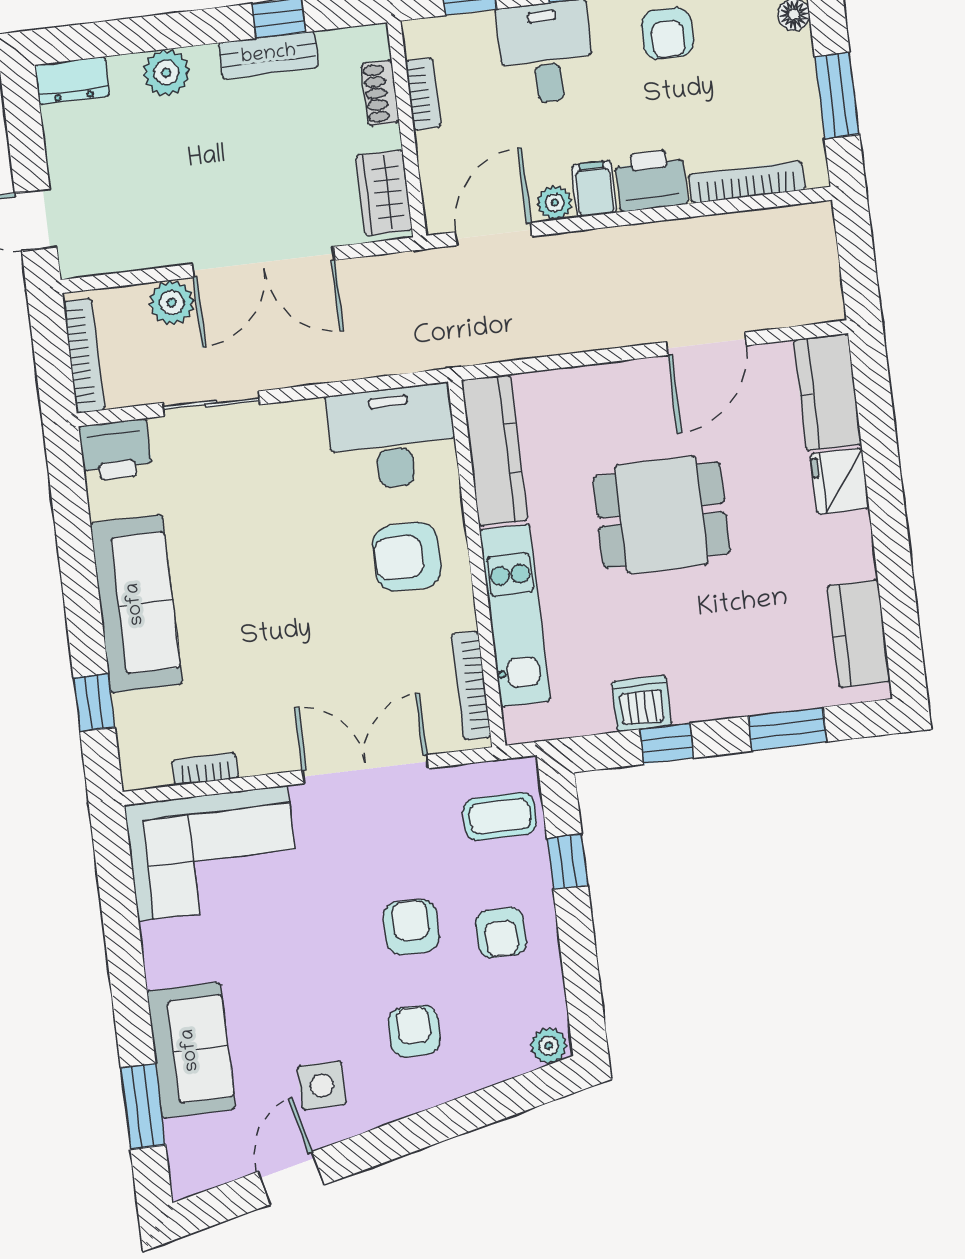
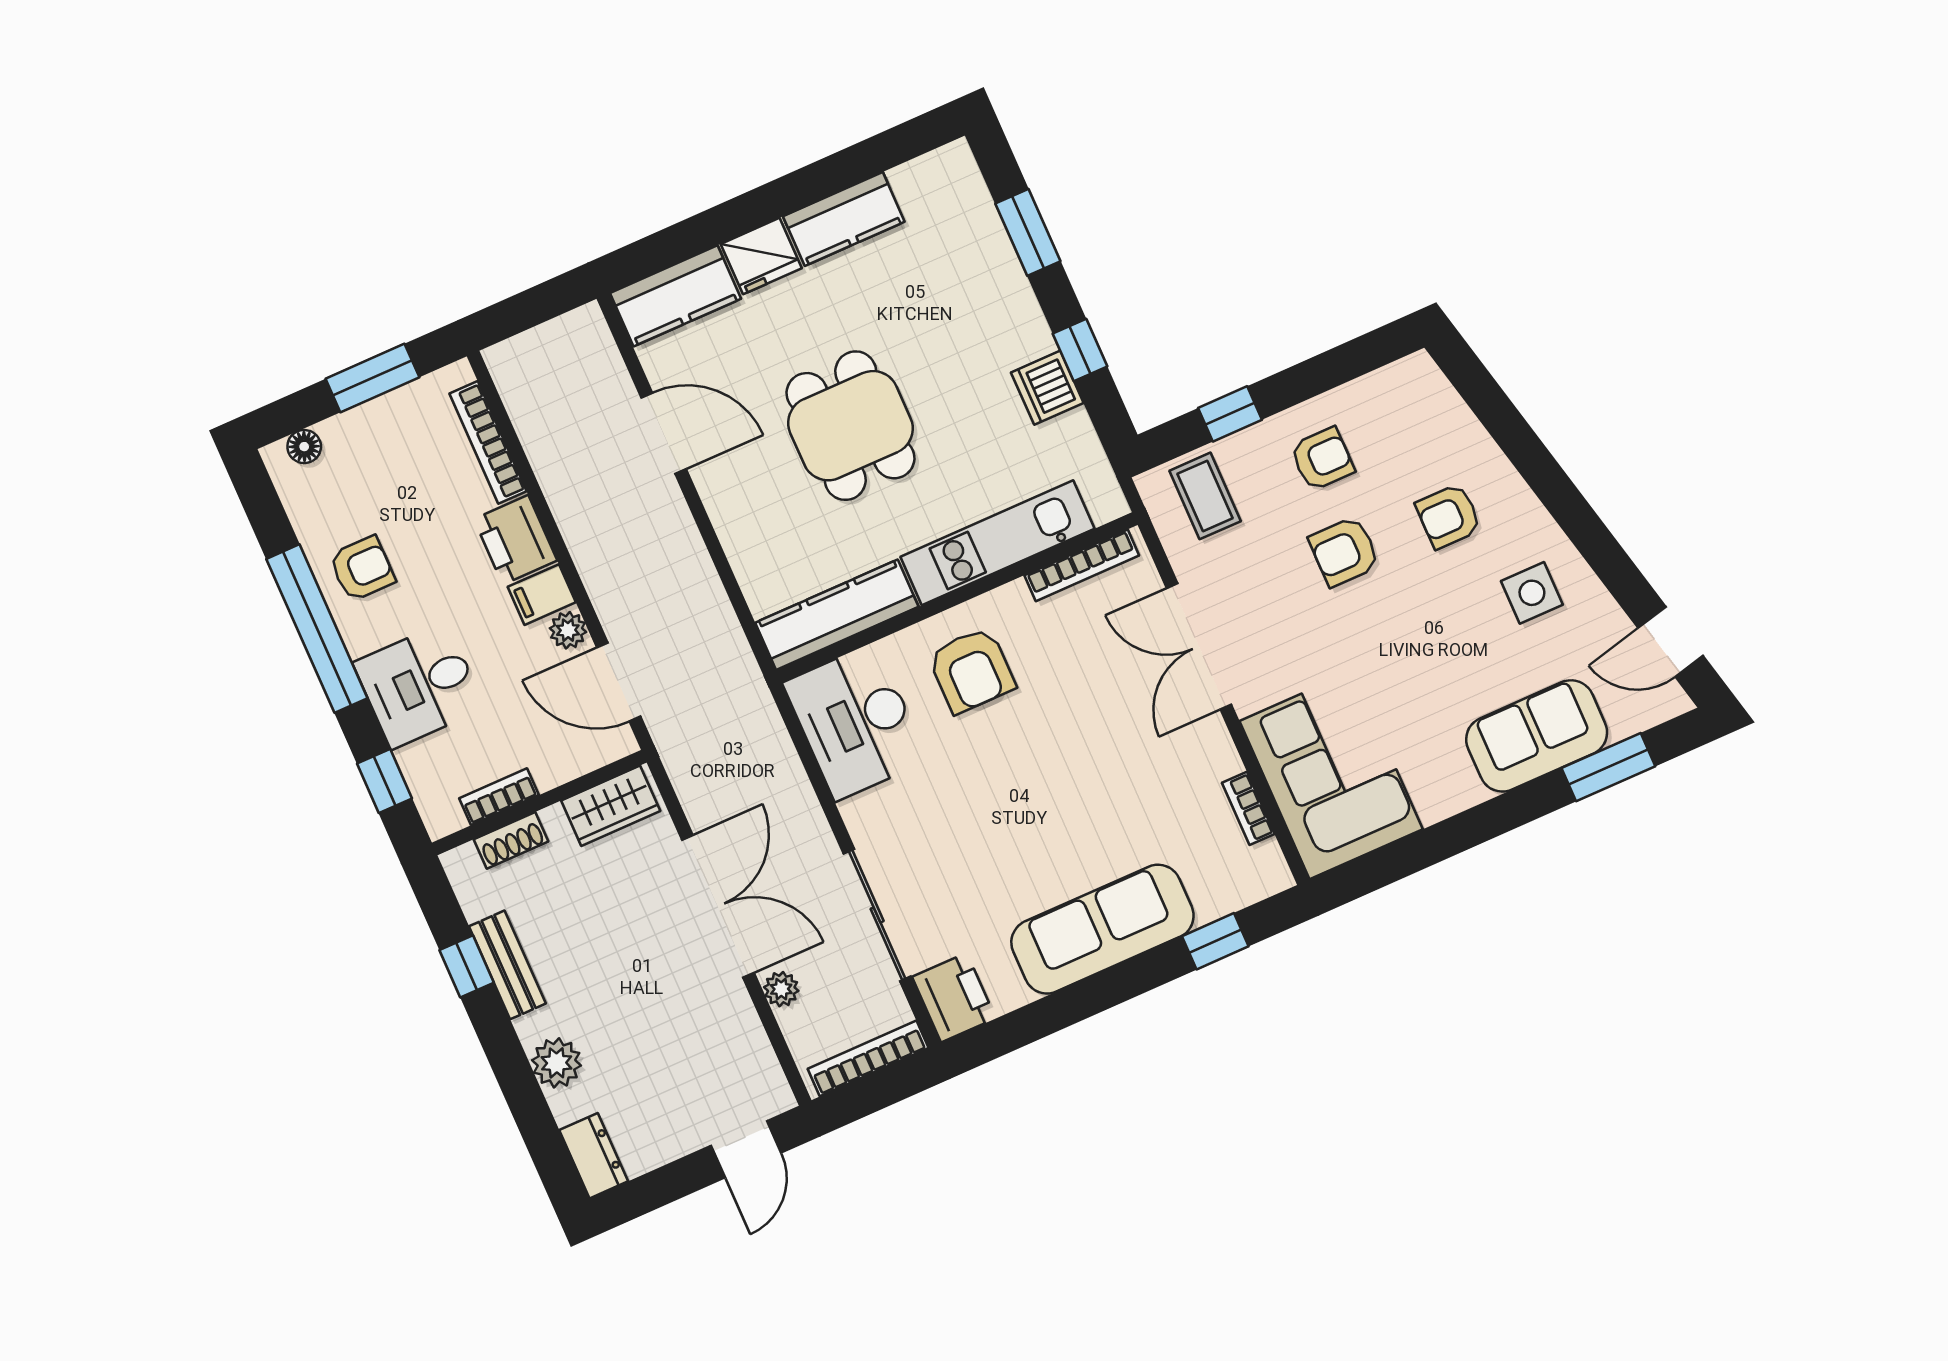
plant: (172, 303) -> (781, 989), width x0.73, depth x0.73
sliding door: (211, 404) -> (877, 915), width x1.37
kitchen counter: (859, 634) -> (844, 219), moved
plant: (549, 1046) -> (1422, 376), removed
door: (291, 1178) -> (1671, 642), moved

